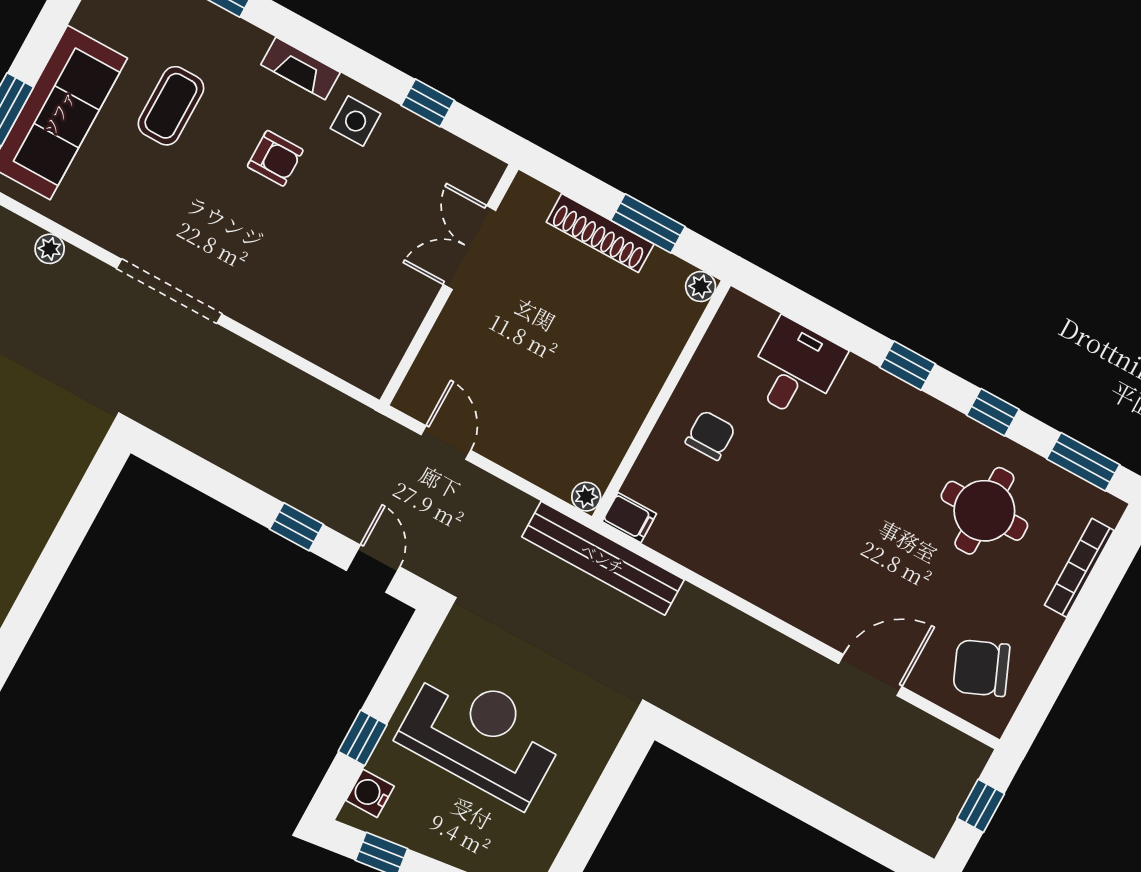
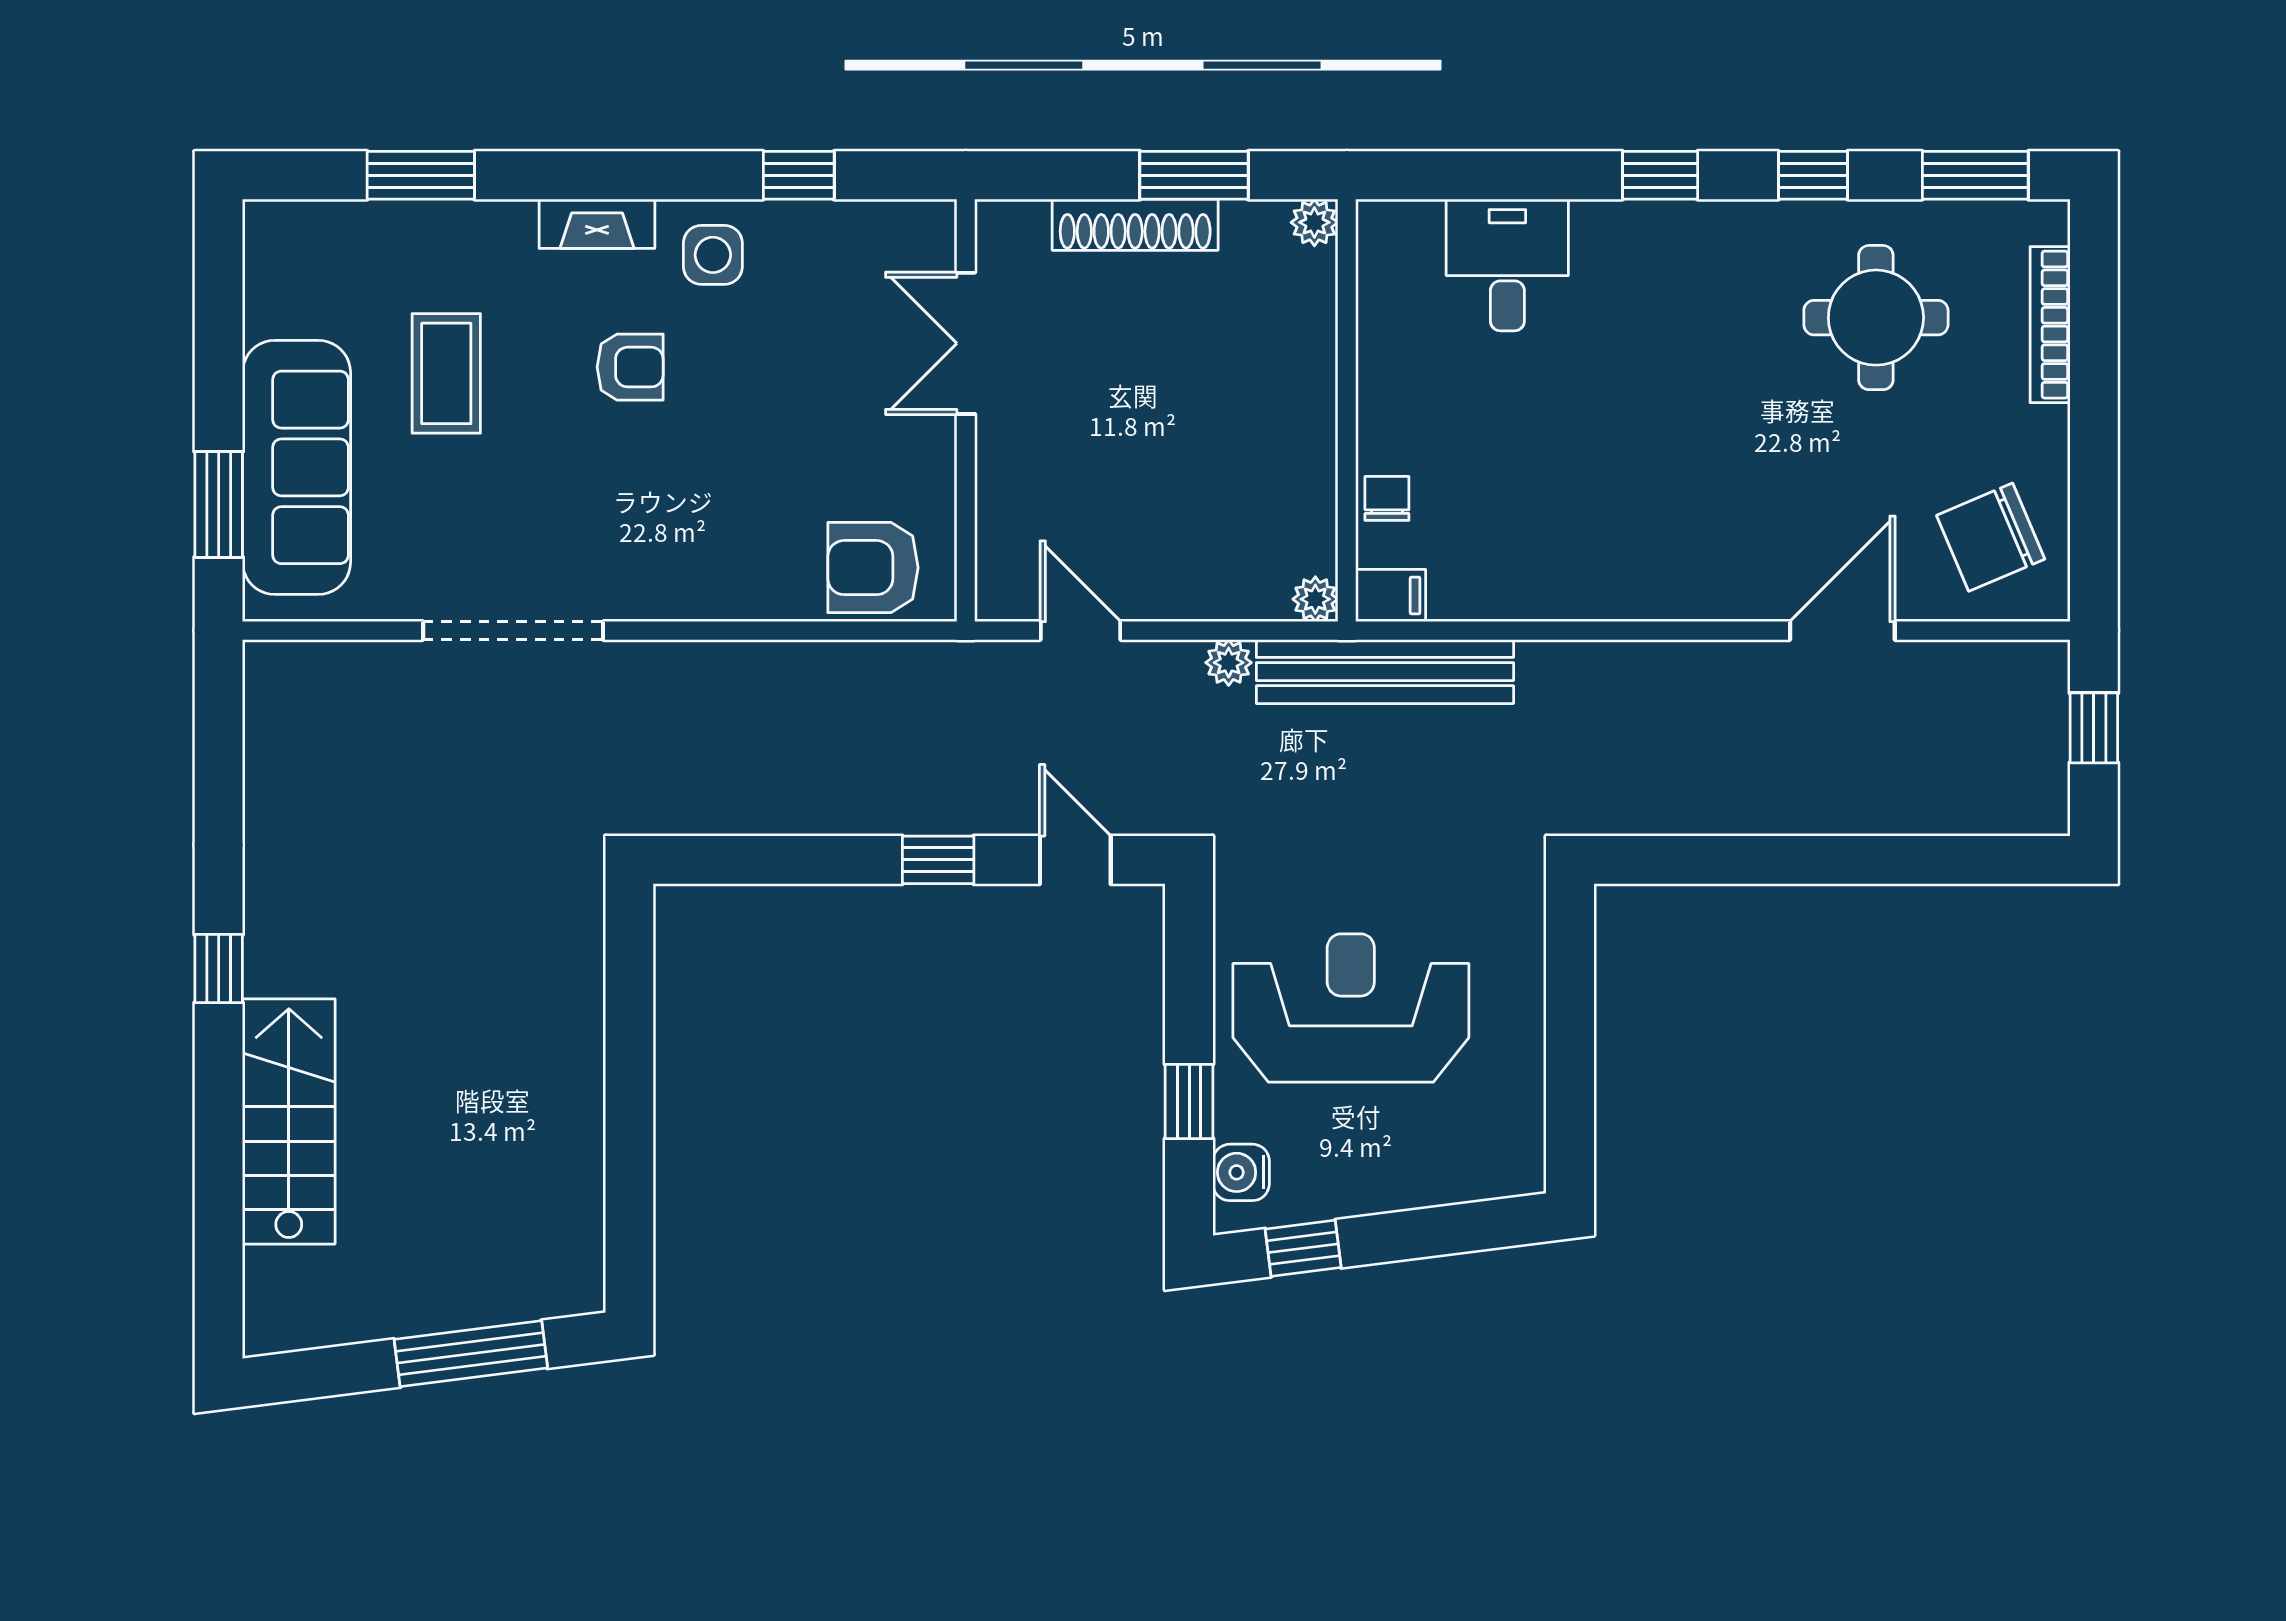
plant: (50, 249) -> (1229, 663), moved
doorway: (169, 291) -> (513, 631), moved
armchair: (349, 344) -> (873, 568), added
chair: (710, 435) -> (1387, 498), moved, width x0.73, depth x0.73

